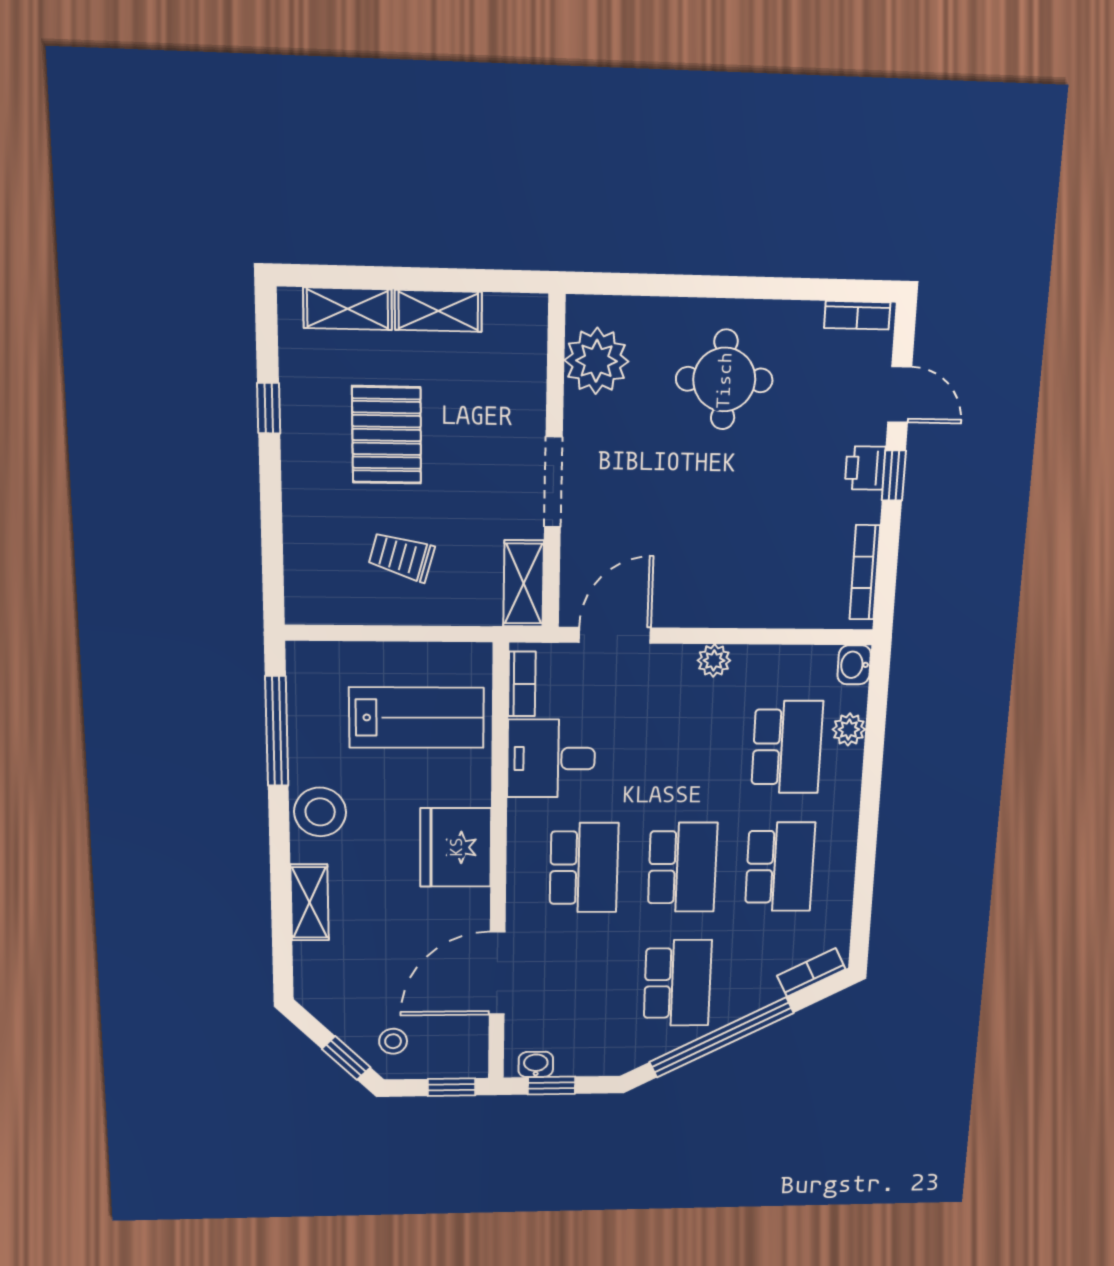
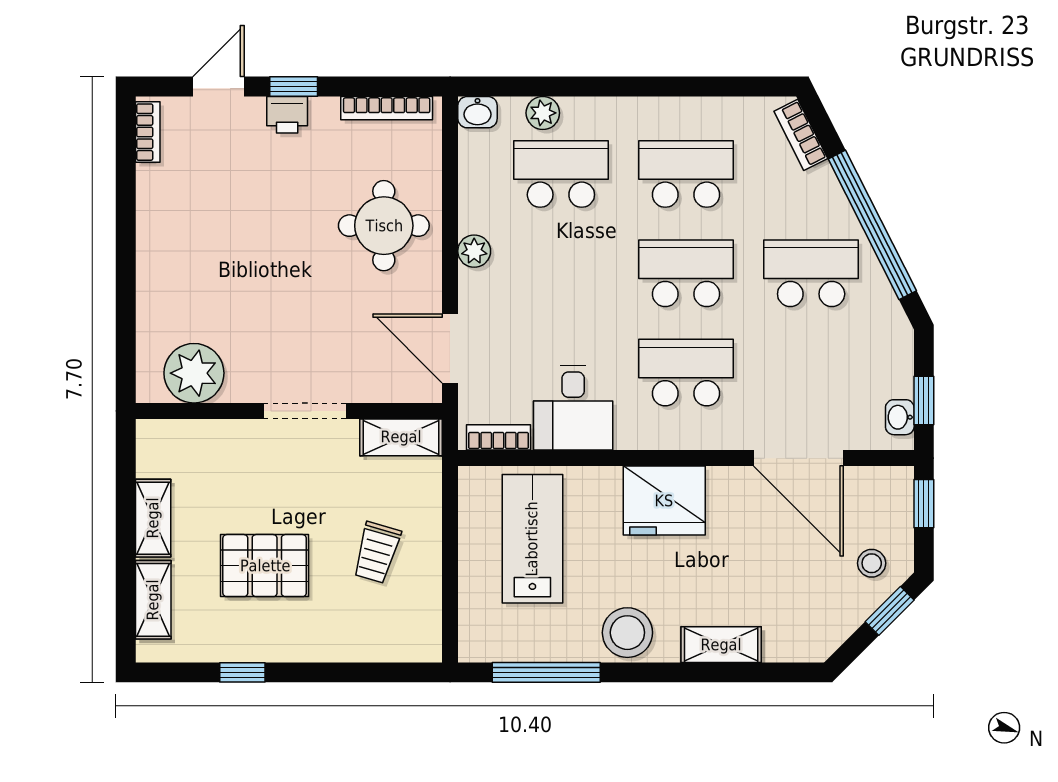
round table: (724, 380) -> (384, 226), moved

